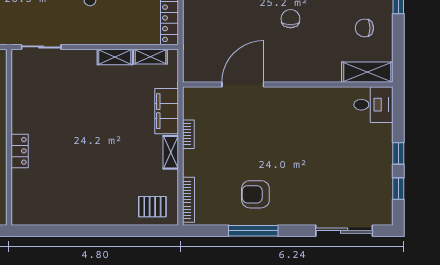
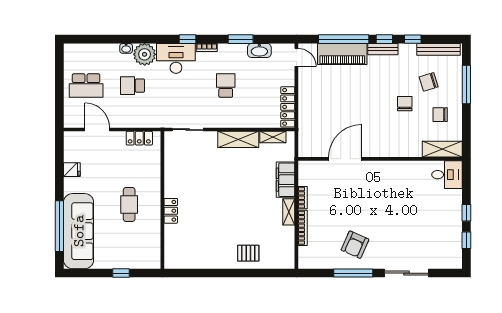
chair: (290, 19) -> (405, 104), moved
shelving: (115, 57) -> (238, 139), width x1.50, depth x1.33
armchair: (255, 194) -> (355, 245), turned -66
bookcase: (188, 200) -> (303, 228), moved
pallet: (152, 207) -> (248, 253), moved
sliding door: (344, 231) -> (407, 273), moved

